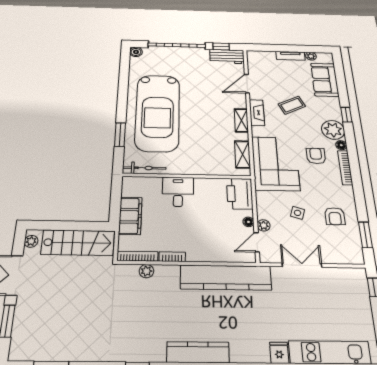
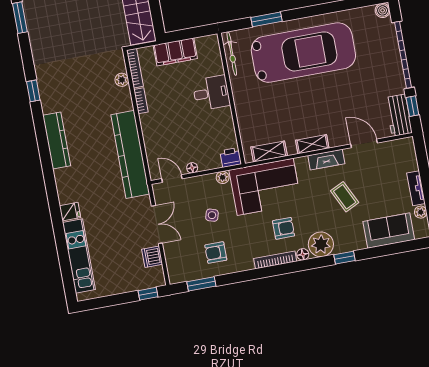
car: (158, 113) -> (303, 53), turned 180
printer: (240, 194) -> (231, 158), width x0.53, depth x0.68
plant: (264, 225) -> (223, 177), moved
dishwasher: (335, 276) -> (152, 257), added

